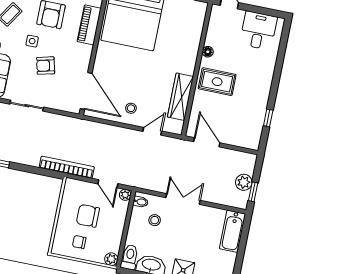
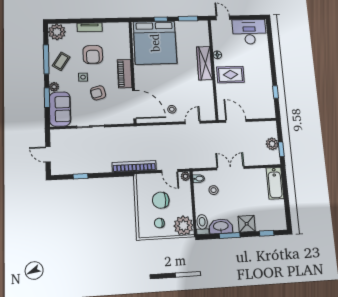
piano: (89, 25) -> (125, 74), moved
desk: (258, 31) -> (249, 32), width x1.37
wardrobe: (180, 97) -> (204, 63), moved
plant: (111, 259) -> (183, 226), width x1.88, depth x1.88

